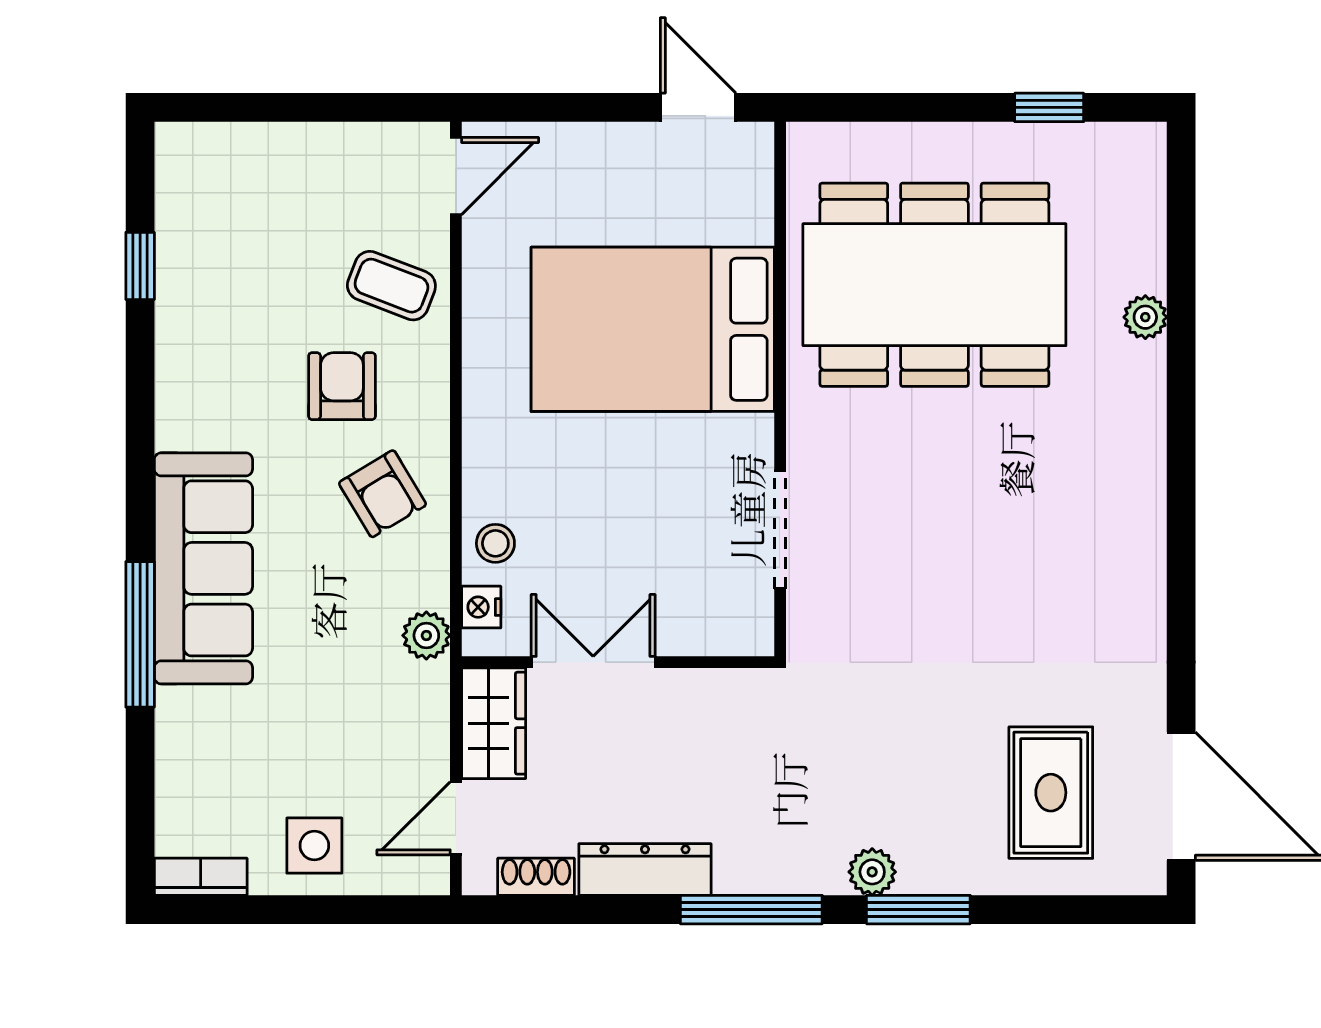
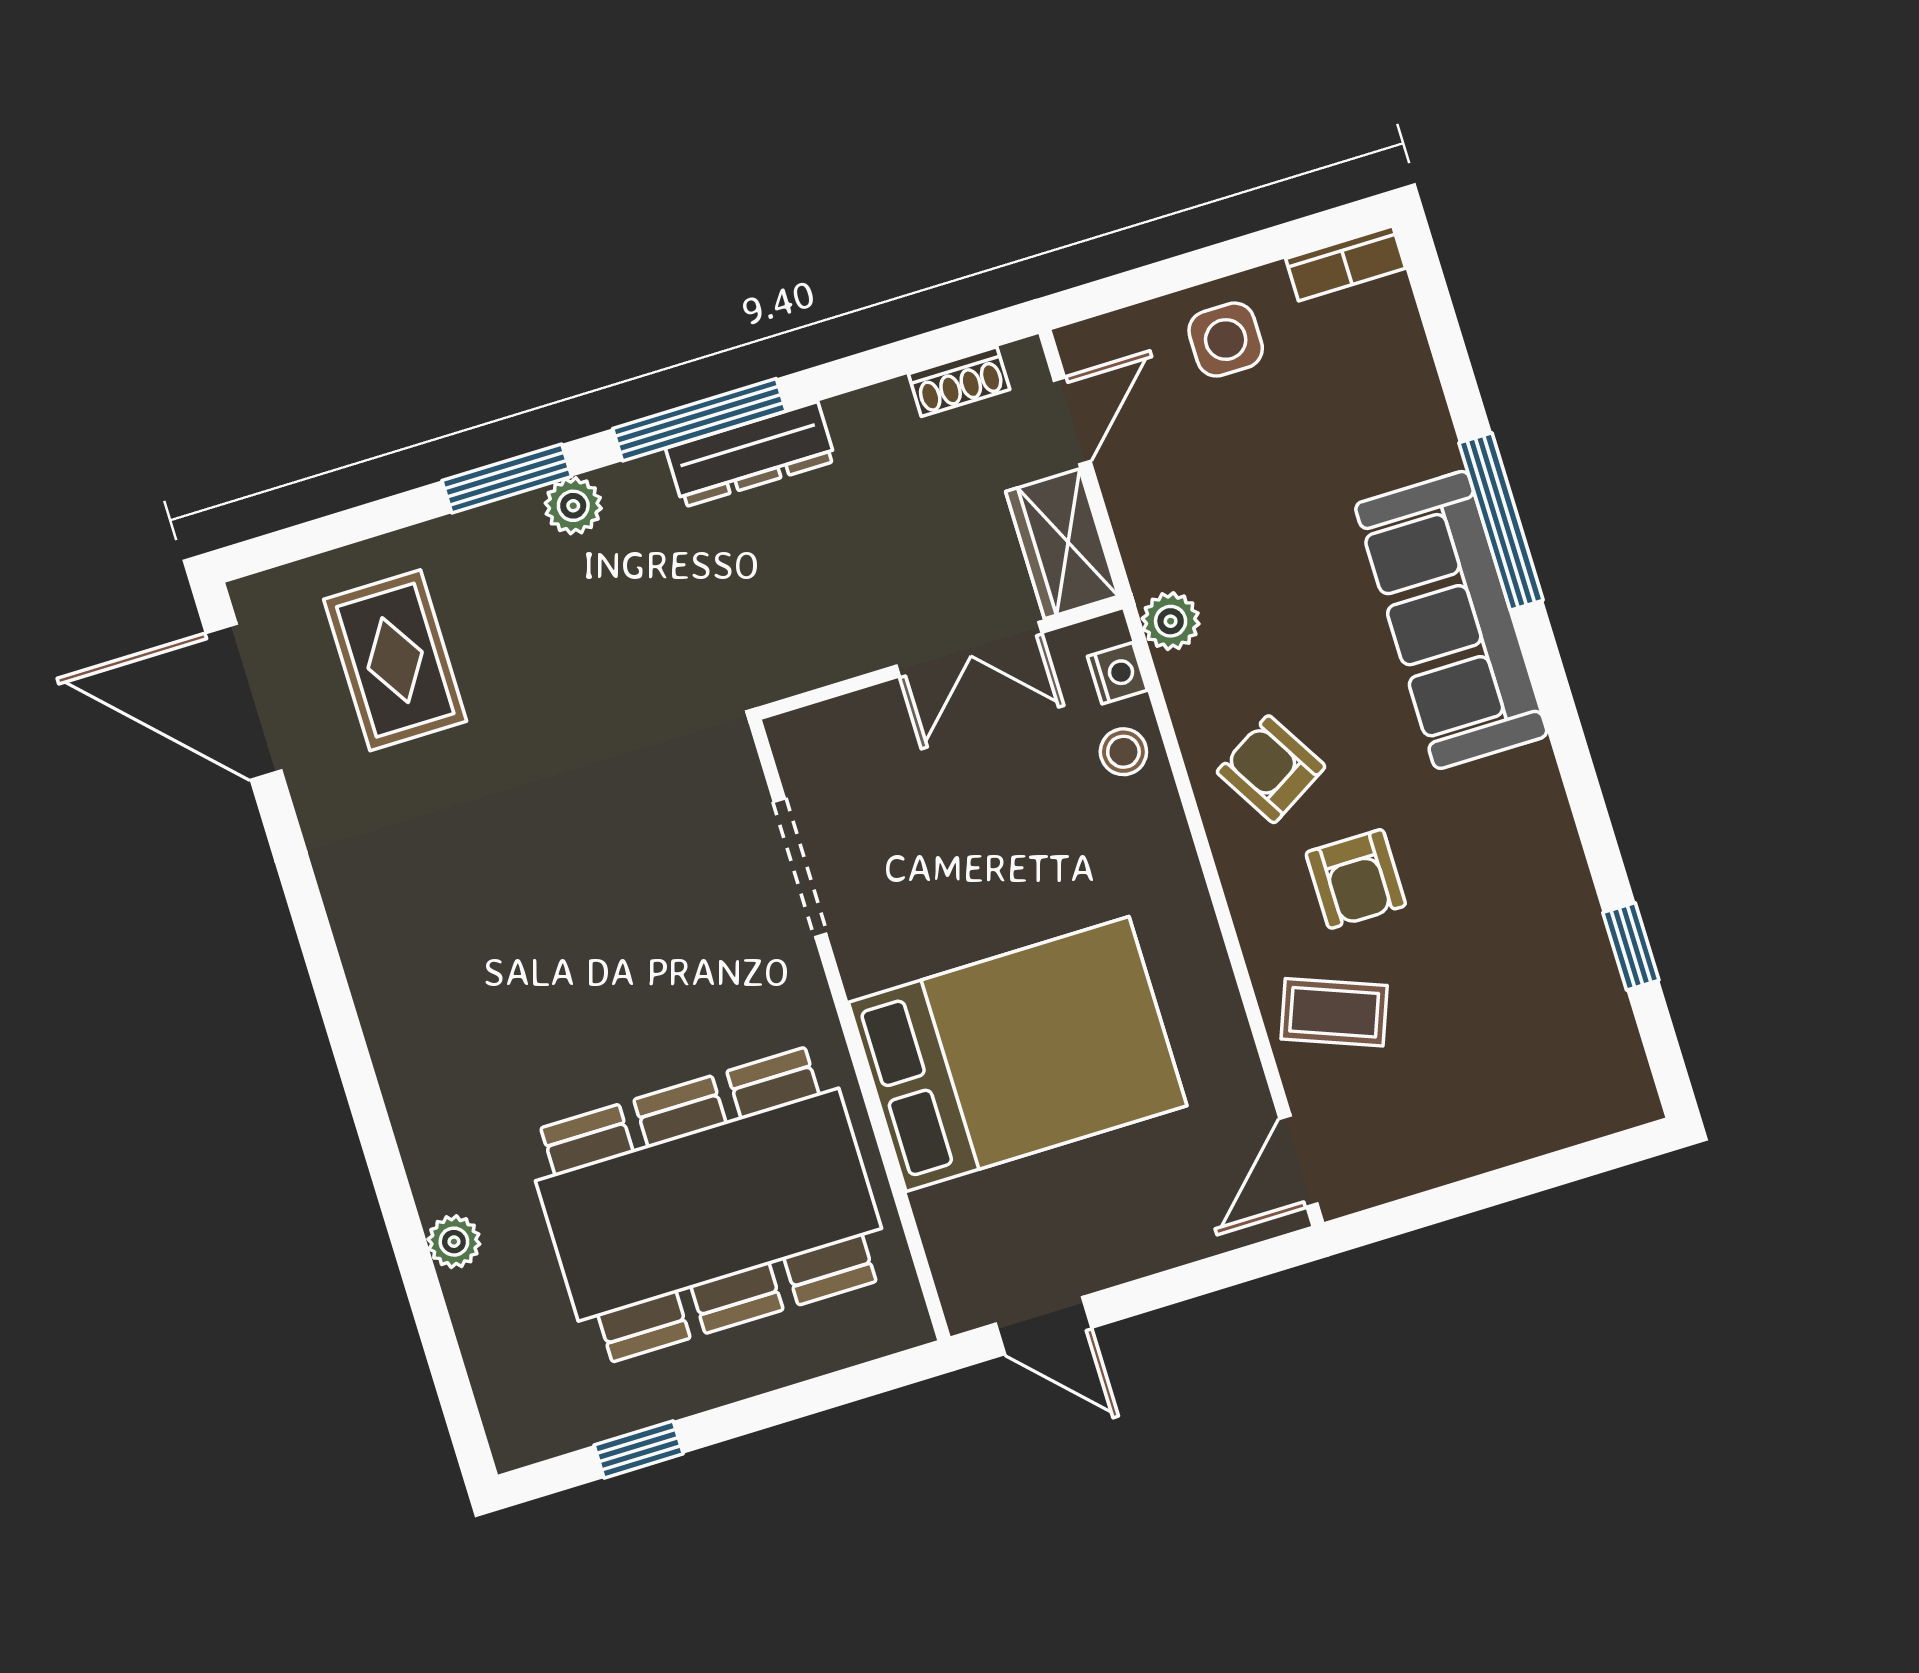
dresser: (645, 870) -> (751, 455), moved

